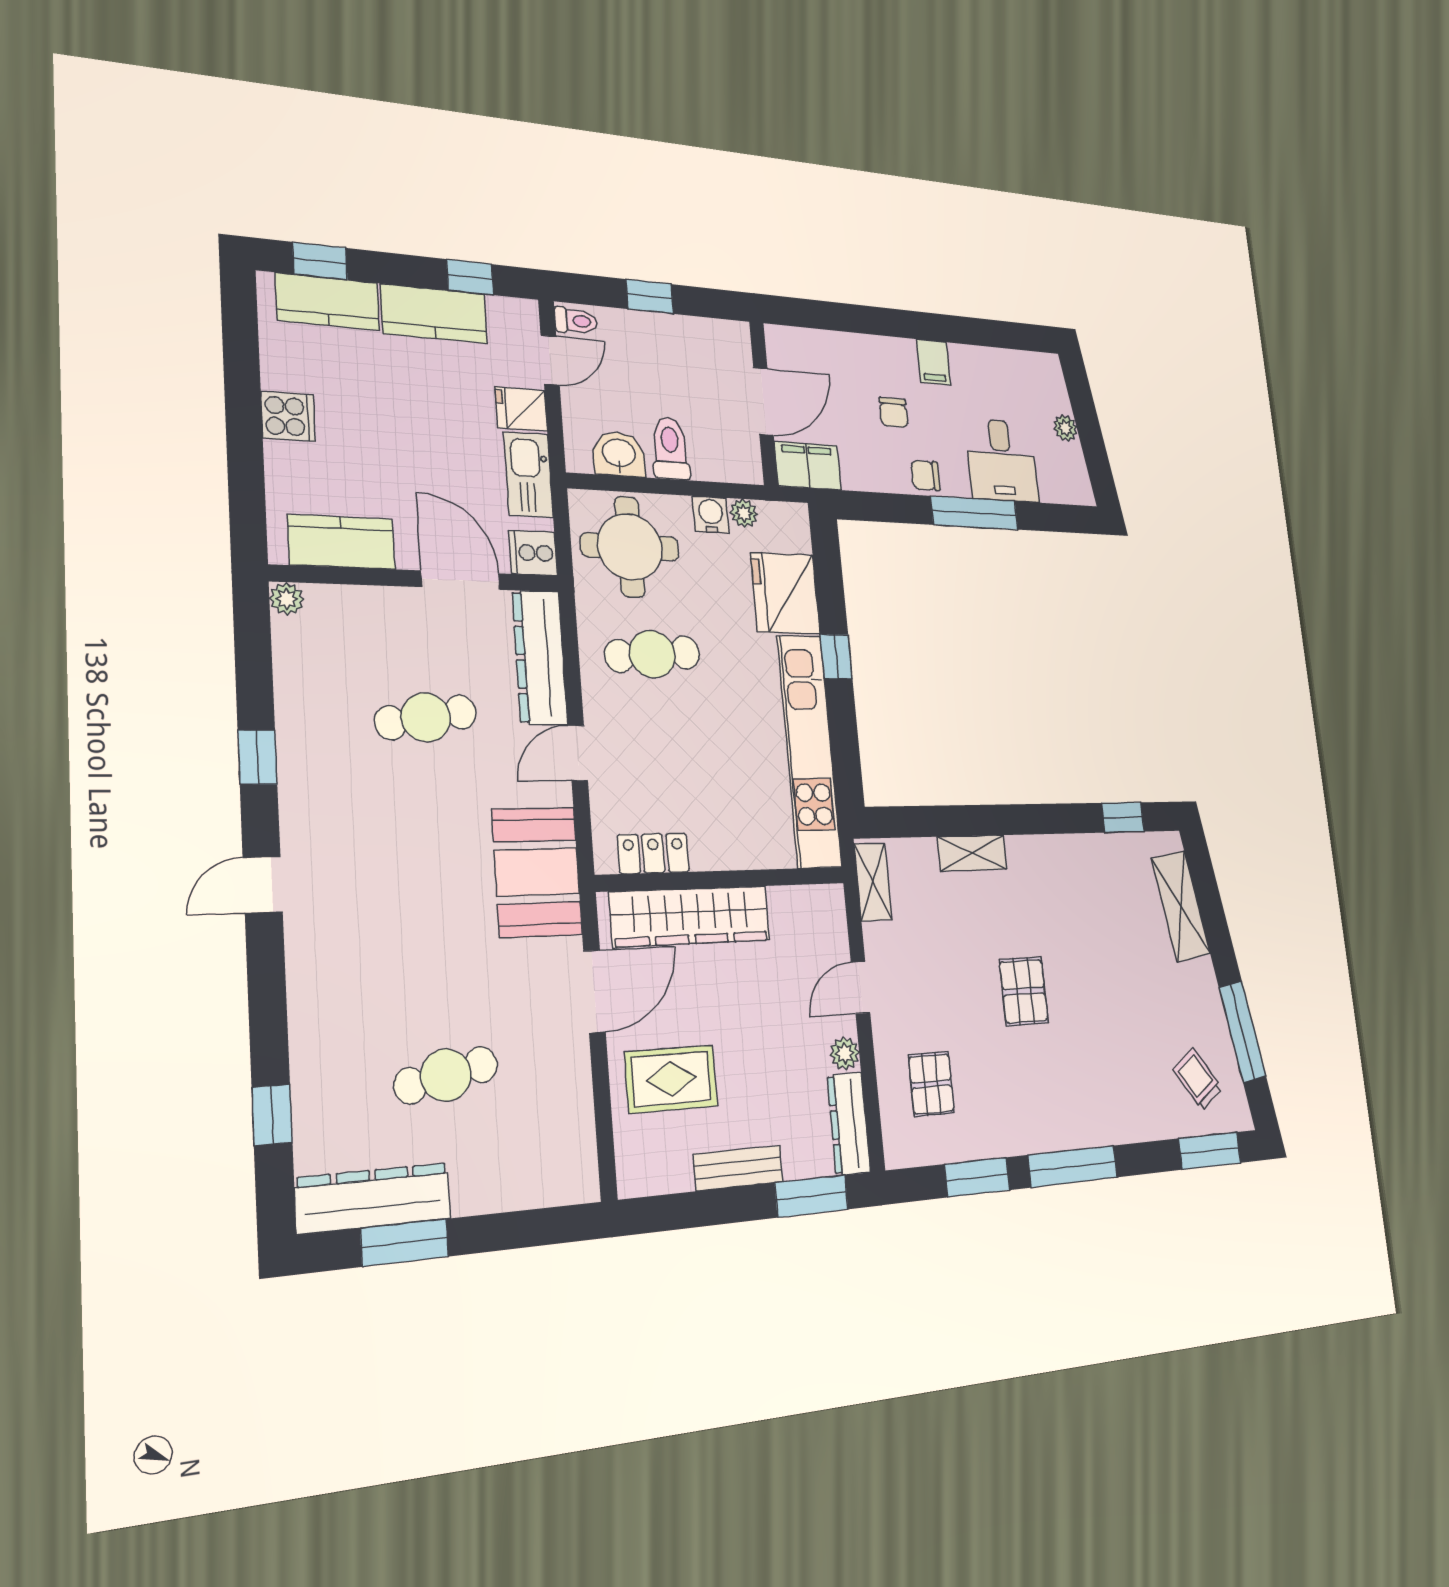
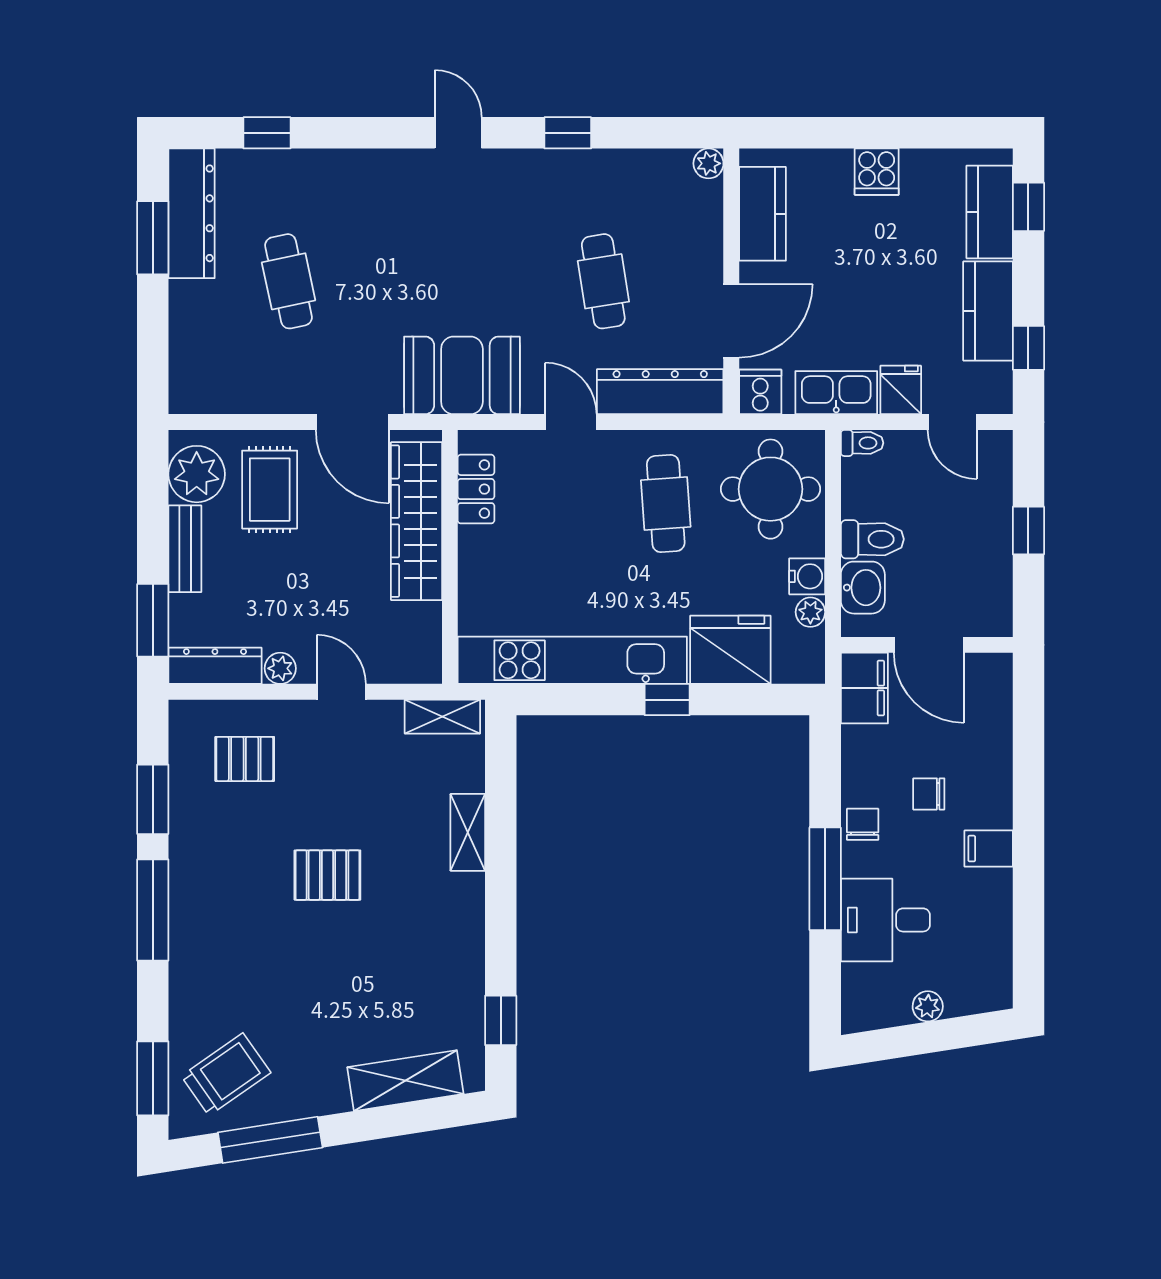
toilet: (576, 321) -> (862, 443), moved, turned -90
washbasin: (619, 454) -> (863, 588), moved
trolley: (1197, 1079) -> (226, 1074), width x1.36, depth x1.39
plant: (662, 1163) -> (197, 474), added

